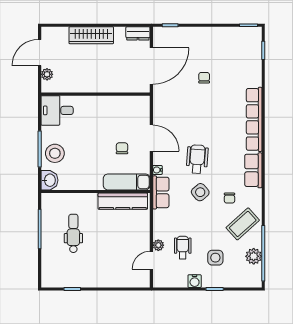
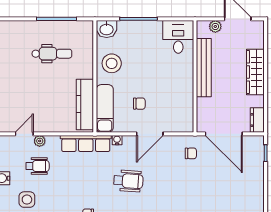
chair: (204, 78) -> (191, 153), moved
bench: (87, 86) -> (204, 68), added
stool: (55, 153) -> (112, 63), moved
row of seats: (161, 192) -> (86, 143), width x1.48
side table: (200, 192) -> (94, 184), removed
door: (151, 260) -> (24, 134), hinge flipped

